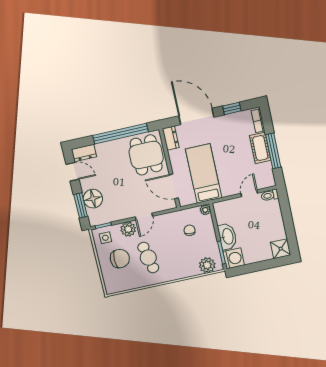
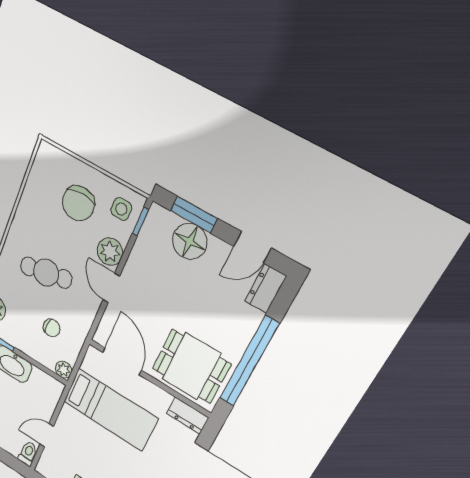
door: (174, 186) -> (122, 361), hinge flipped
door: (249, 193) -> (47, 435), swing flipped
cafe table: (148, 258) -> (46, 273), moved

